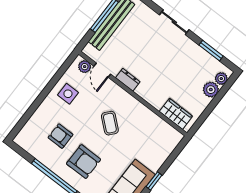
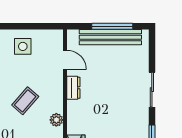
plant: (85, 67) -> (56, 120), moved
door: (102, 70) -> (65, 60), swing flipped

